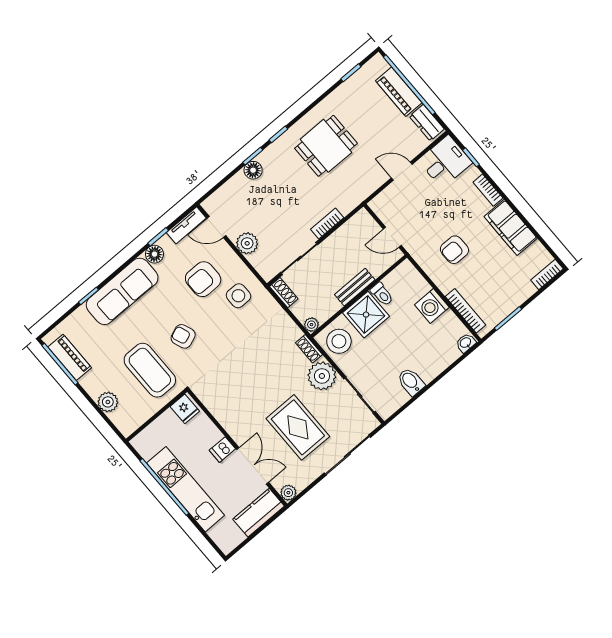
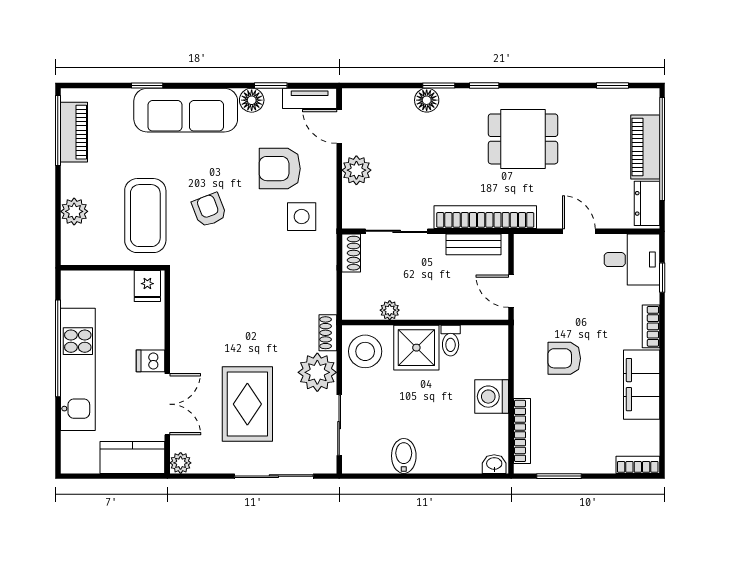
bookcase: (327, 223) -> (485, 217), width x2.31, depth x1.31
bench: (355, 287) -> (474, 244), moved
plant: (311, 325) -> (390, 310), moved

